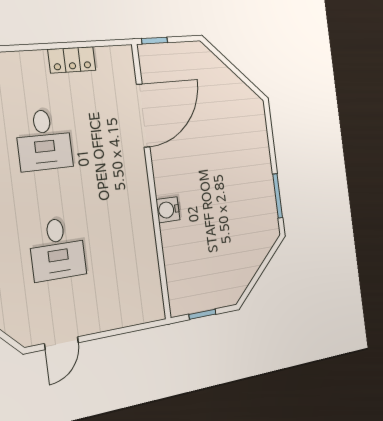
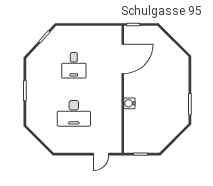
locker: (72, 60) -> (91, 31), removed
desk: (57, 249) -> (74, 113), width x1.37
door: (61, 343) -> (101, 154), moved

